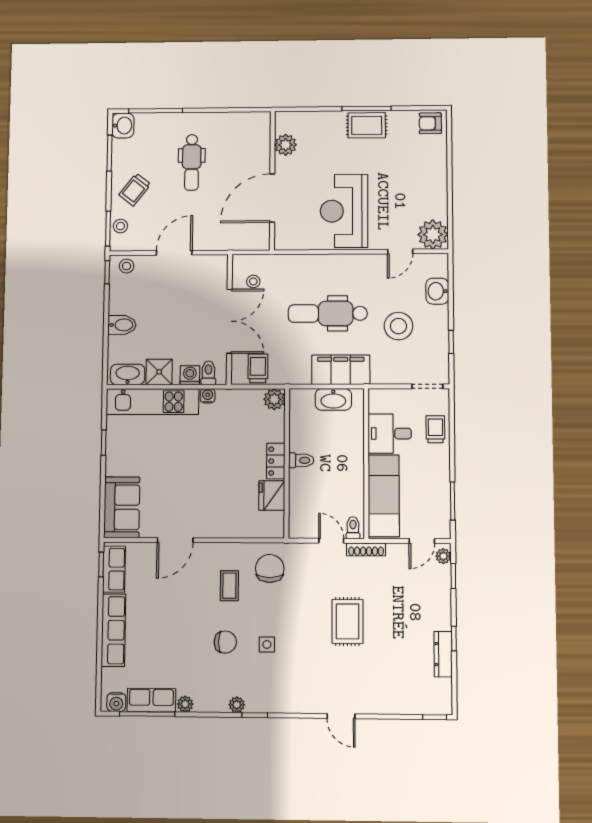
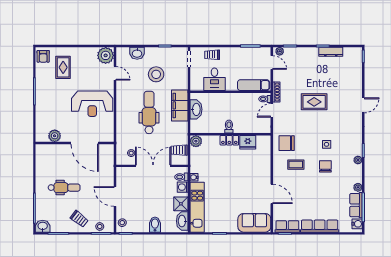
rug: (367, 125) -> (63, 67), moved
dental chair: (328, 313) -> (149, 112), turned 180
exam couch: (384, 496) -> (254, 85), width x0.73, depth x0.69

